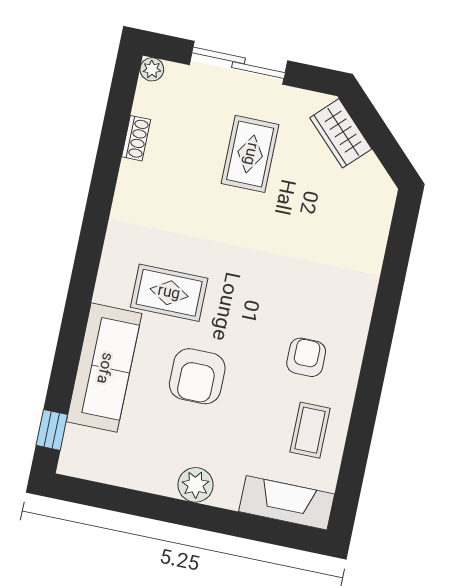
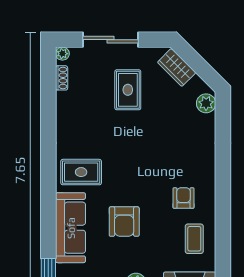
shoe rack: (136, 138) -> (62, 78), moved
plant: (378, 205) -> (206, 103), added
rug: (169, 293) -> (81, 172), moved

